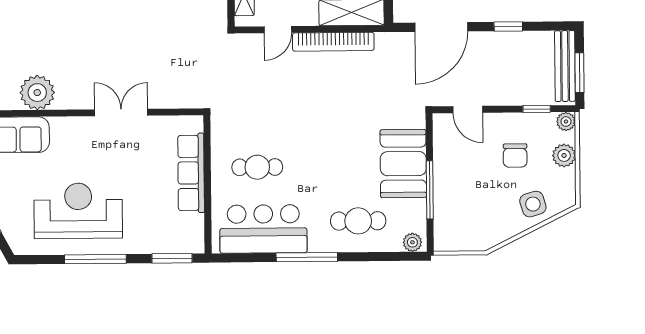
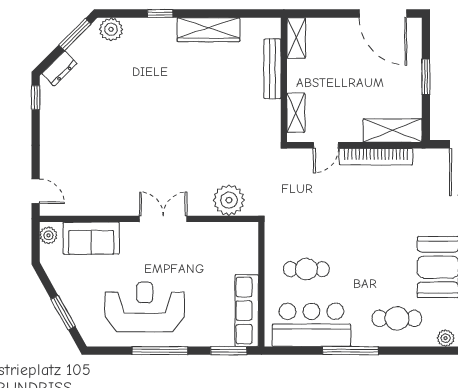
plant: (37, 93) -> (229, 200), moved
double door: (121, 113) -> (163, 219), moved
row of seats: (191, 173) -> (247, 311), moved

